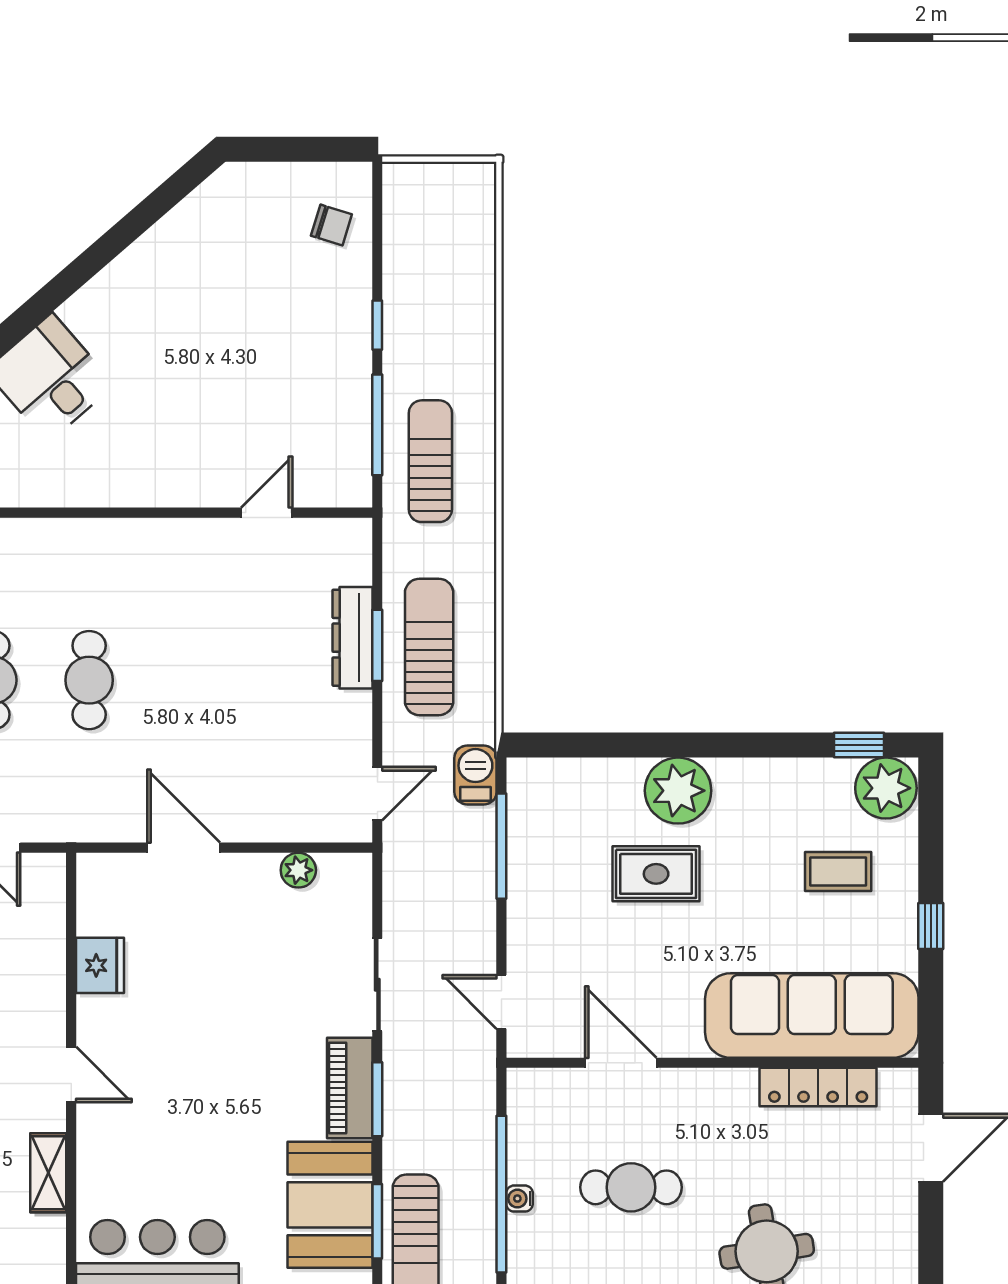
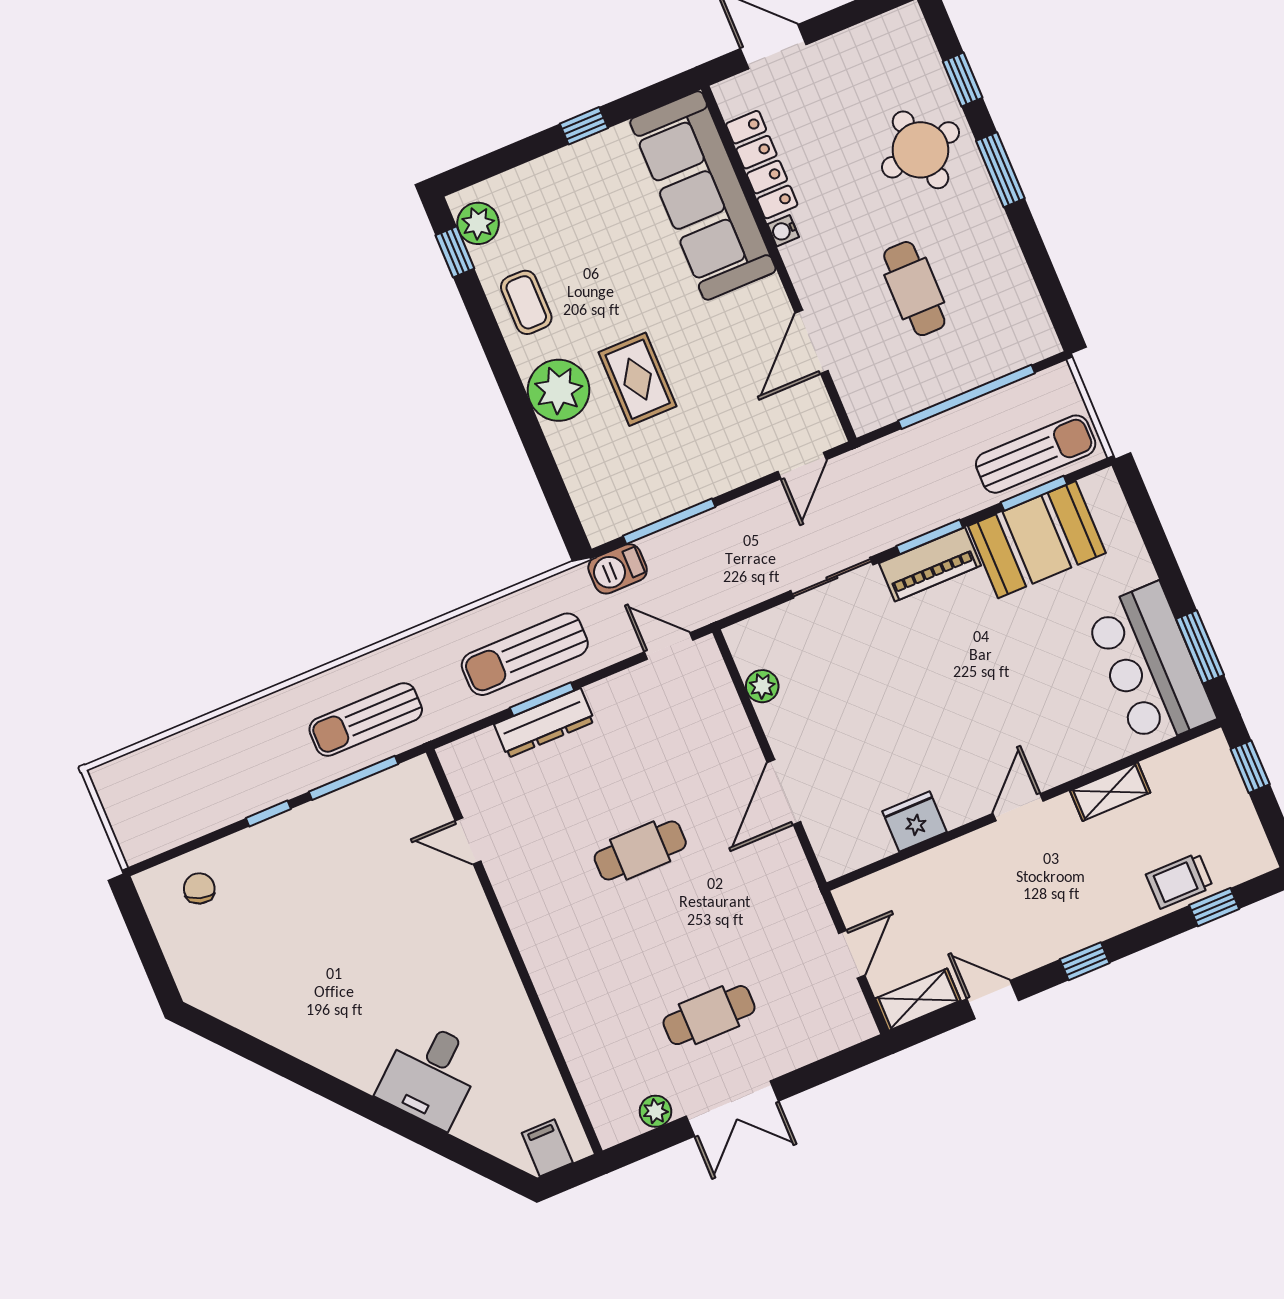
cafe table: (89, 680) -> (640, 850), moved
plant: (886, 788) -> (478, 223), width x0.73, depth x0.73
coffee table: (838, 871) -> (526, 302), moved
water cooler: (519, 1199) -> (783, 231), moved, turned 90

